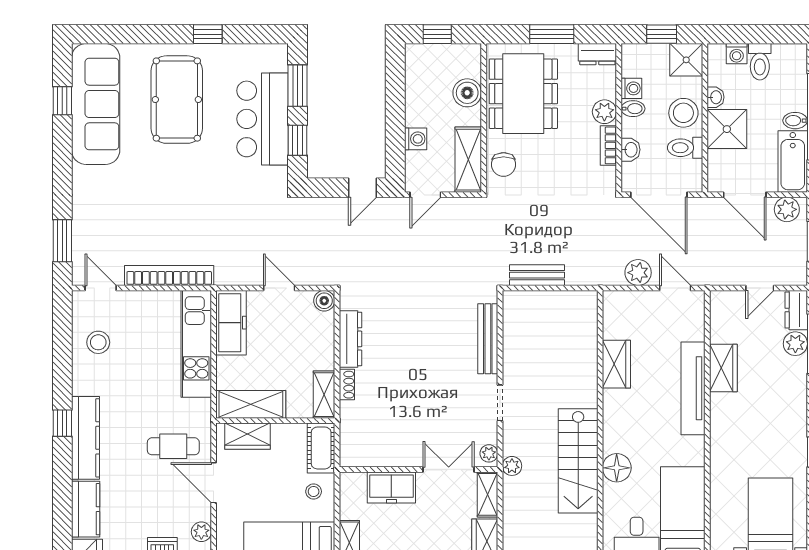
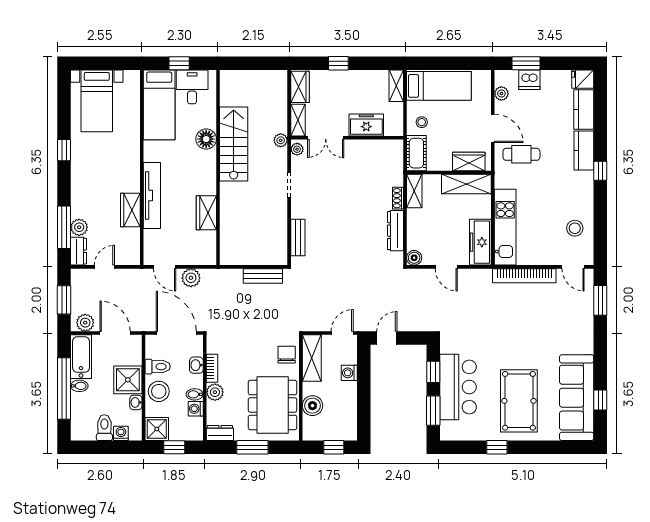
bench: (488, 339) -> (298, 237), width x0.73
kitchen counter: (85, 438) -> (584, 150), width x0.67

